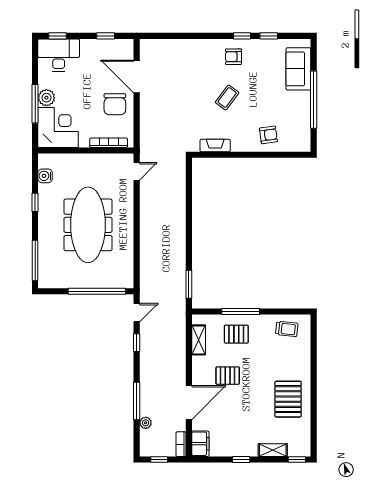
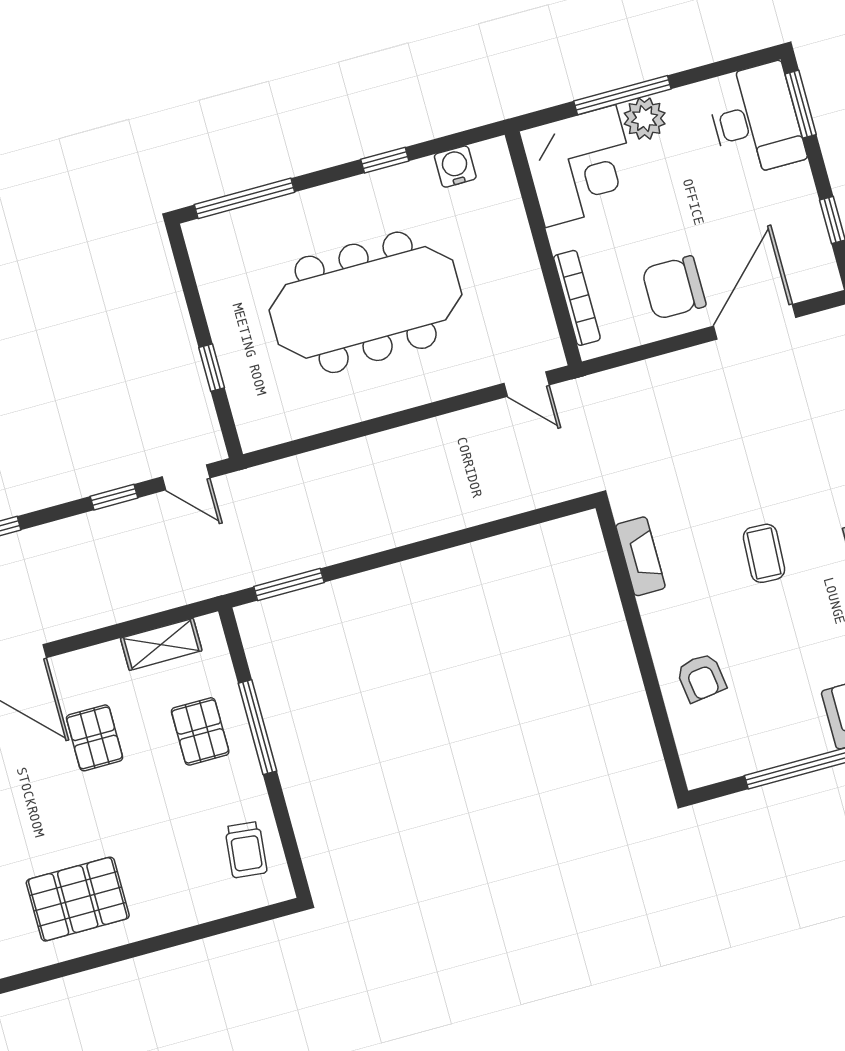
window: (57, 36) -> (801, 104), width x1.50
coffee table: (227, 97) -> (764, 553), turned 56
window: (97, 291) -> (212, 368), width x0.32

